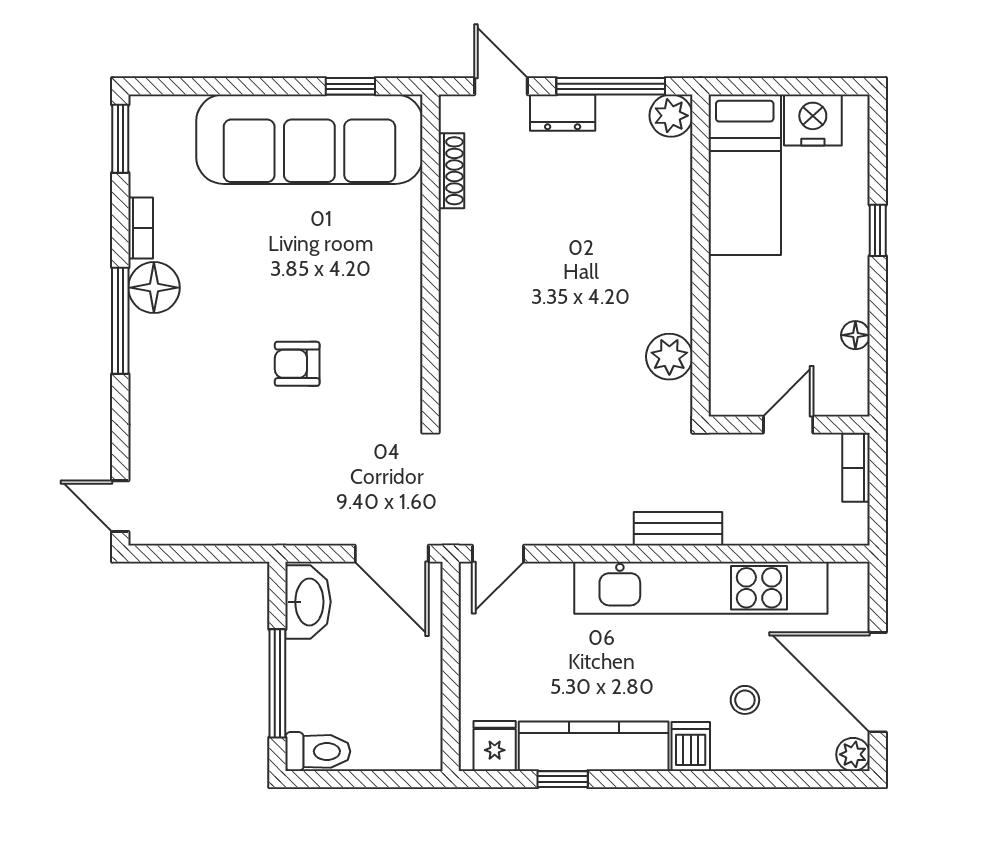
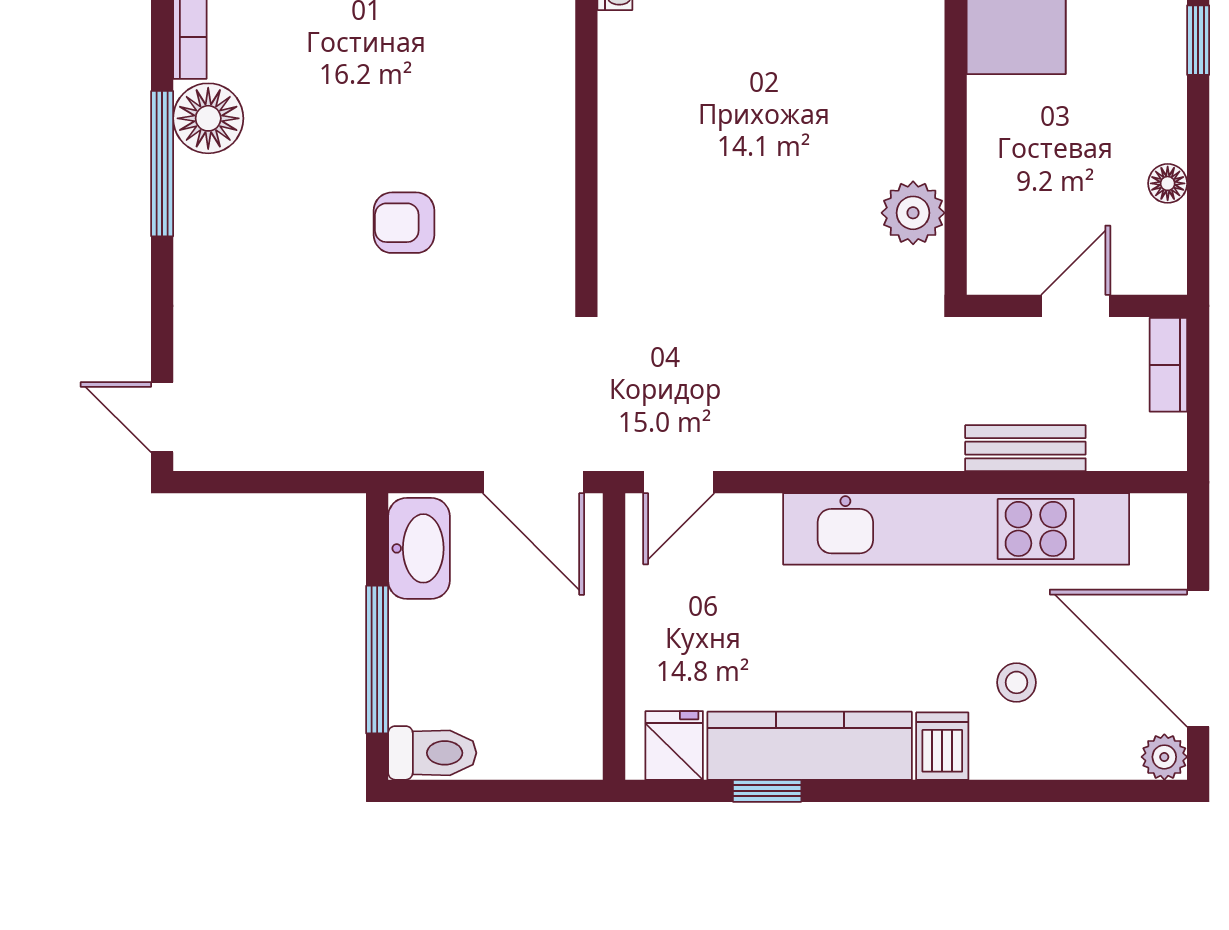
bench: (678, 529) -> (1025, 448), moved

